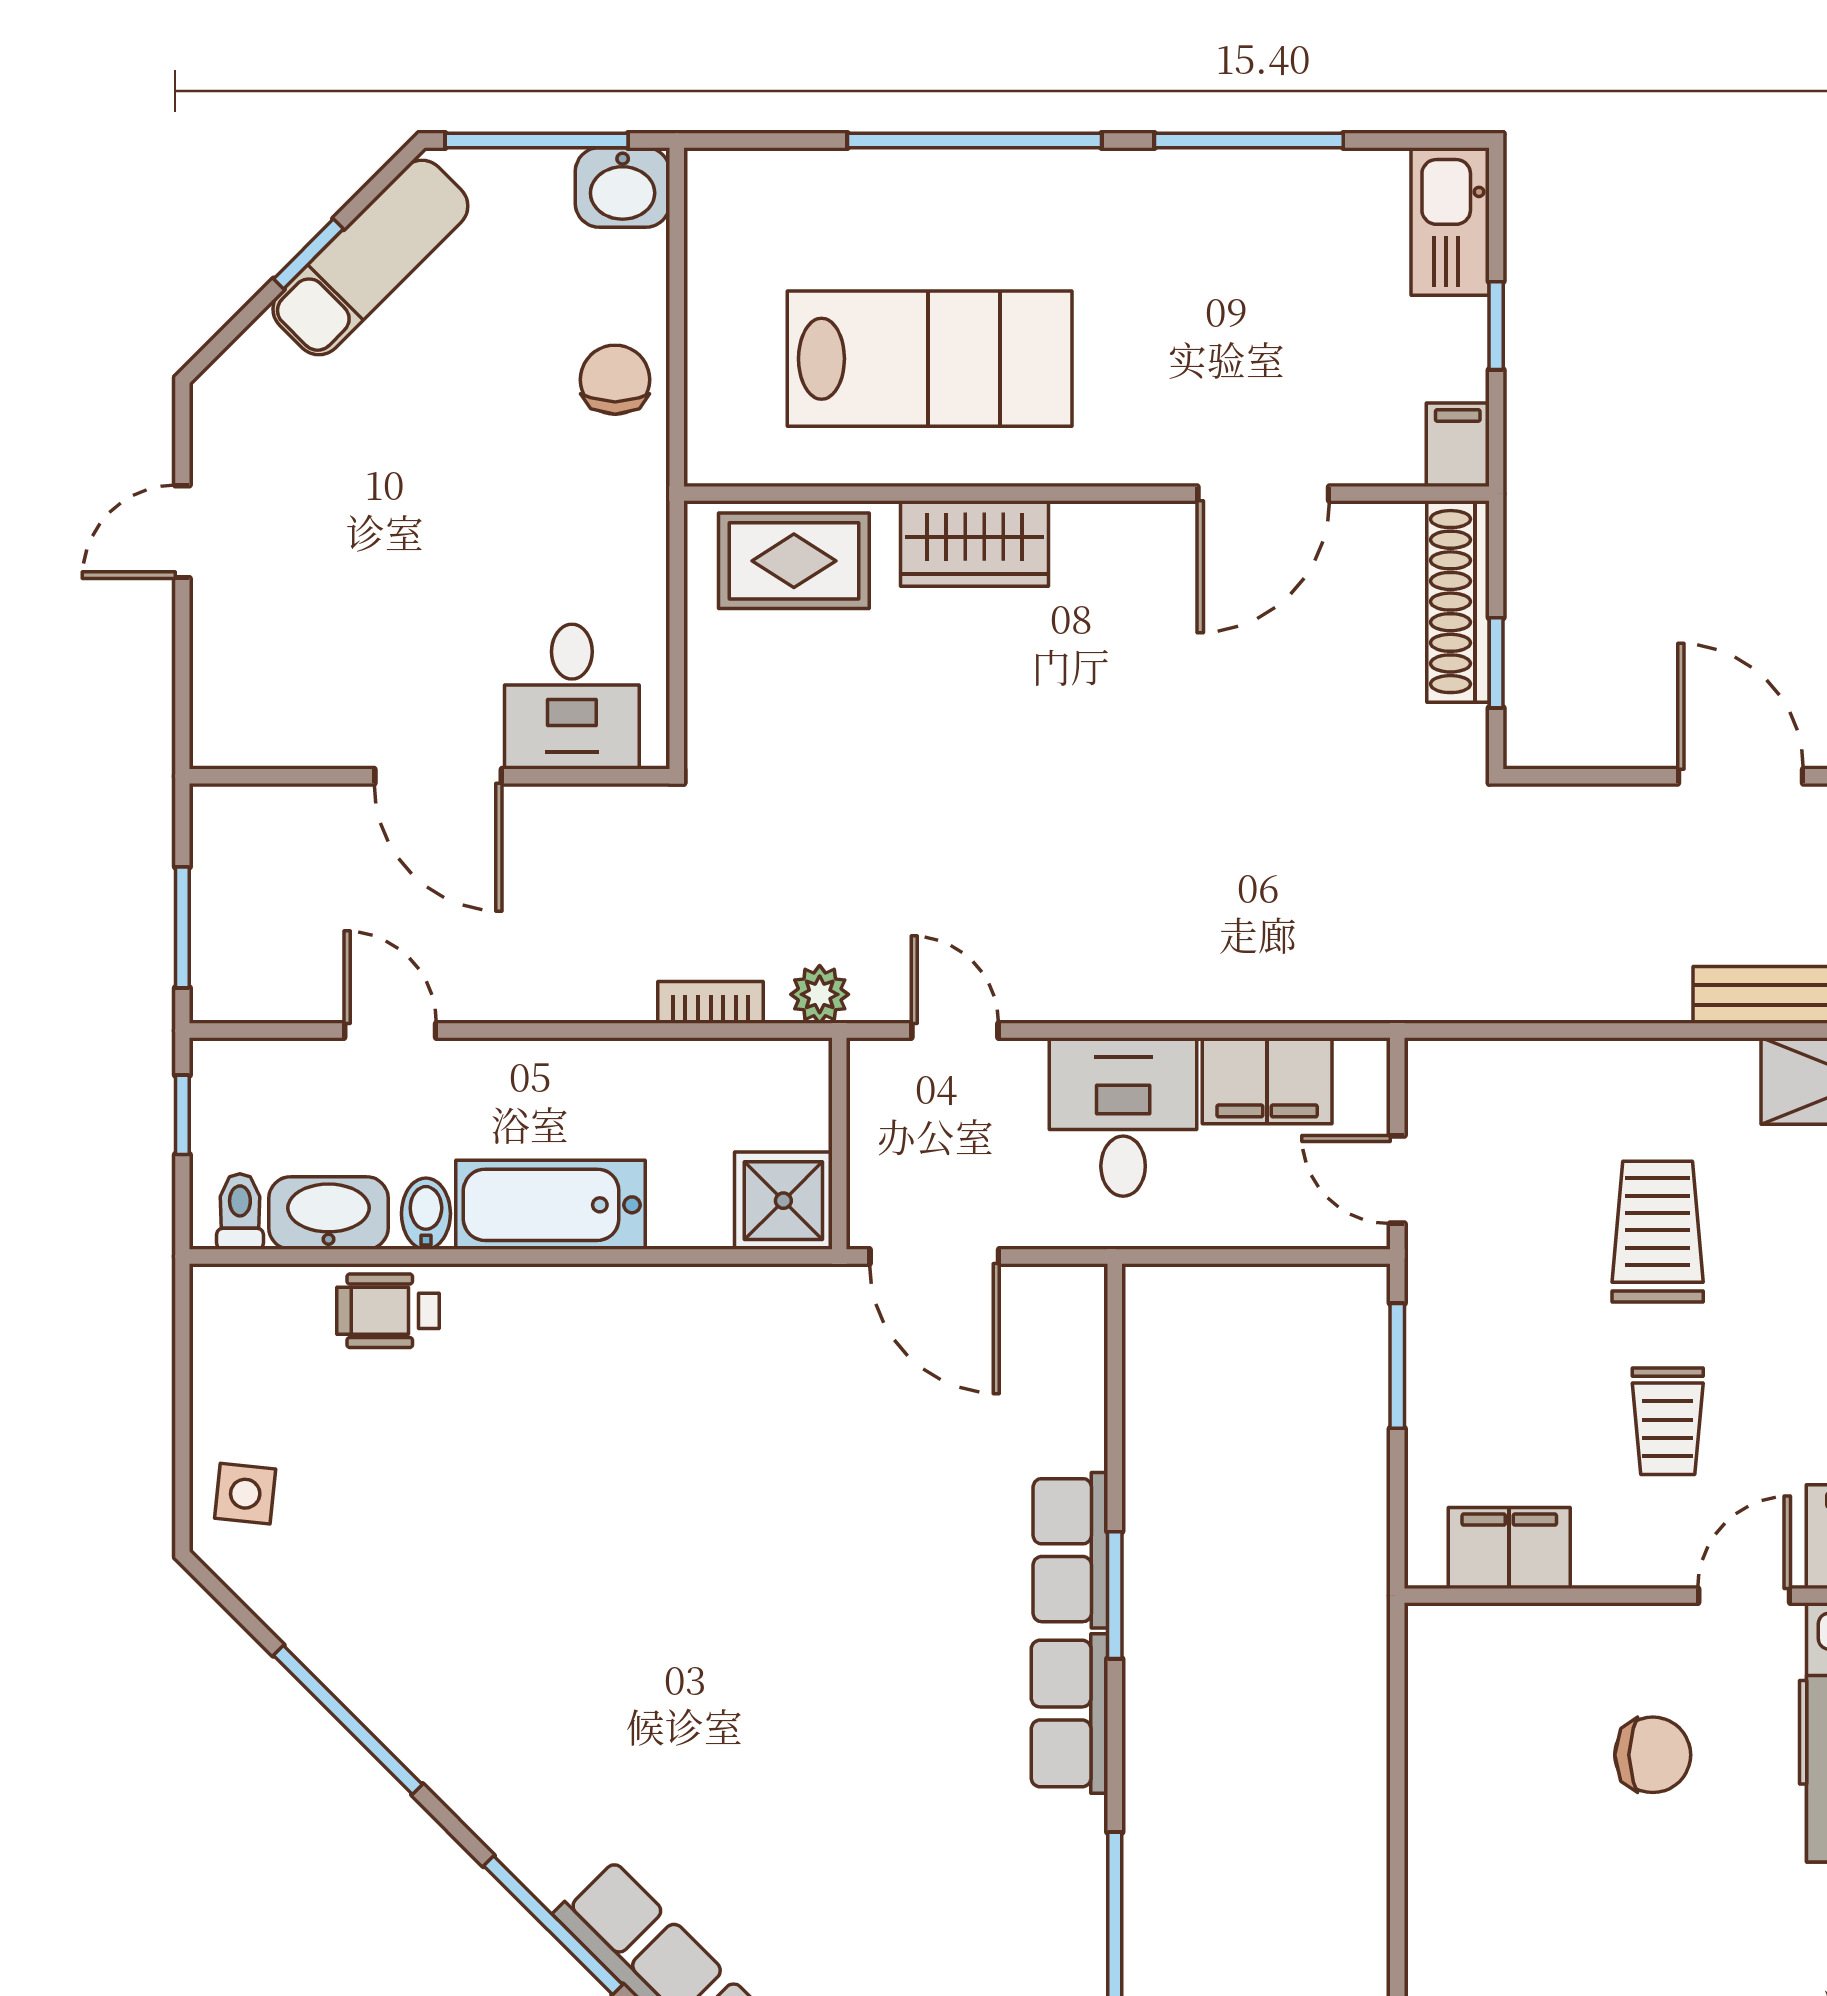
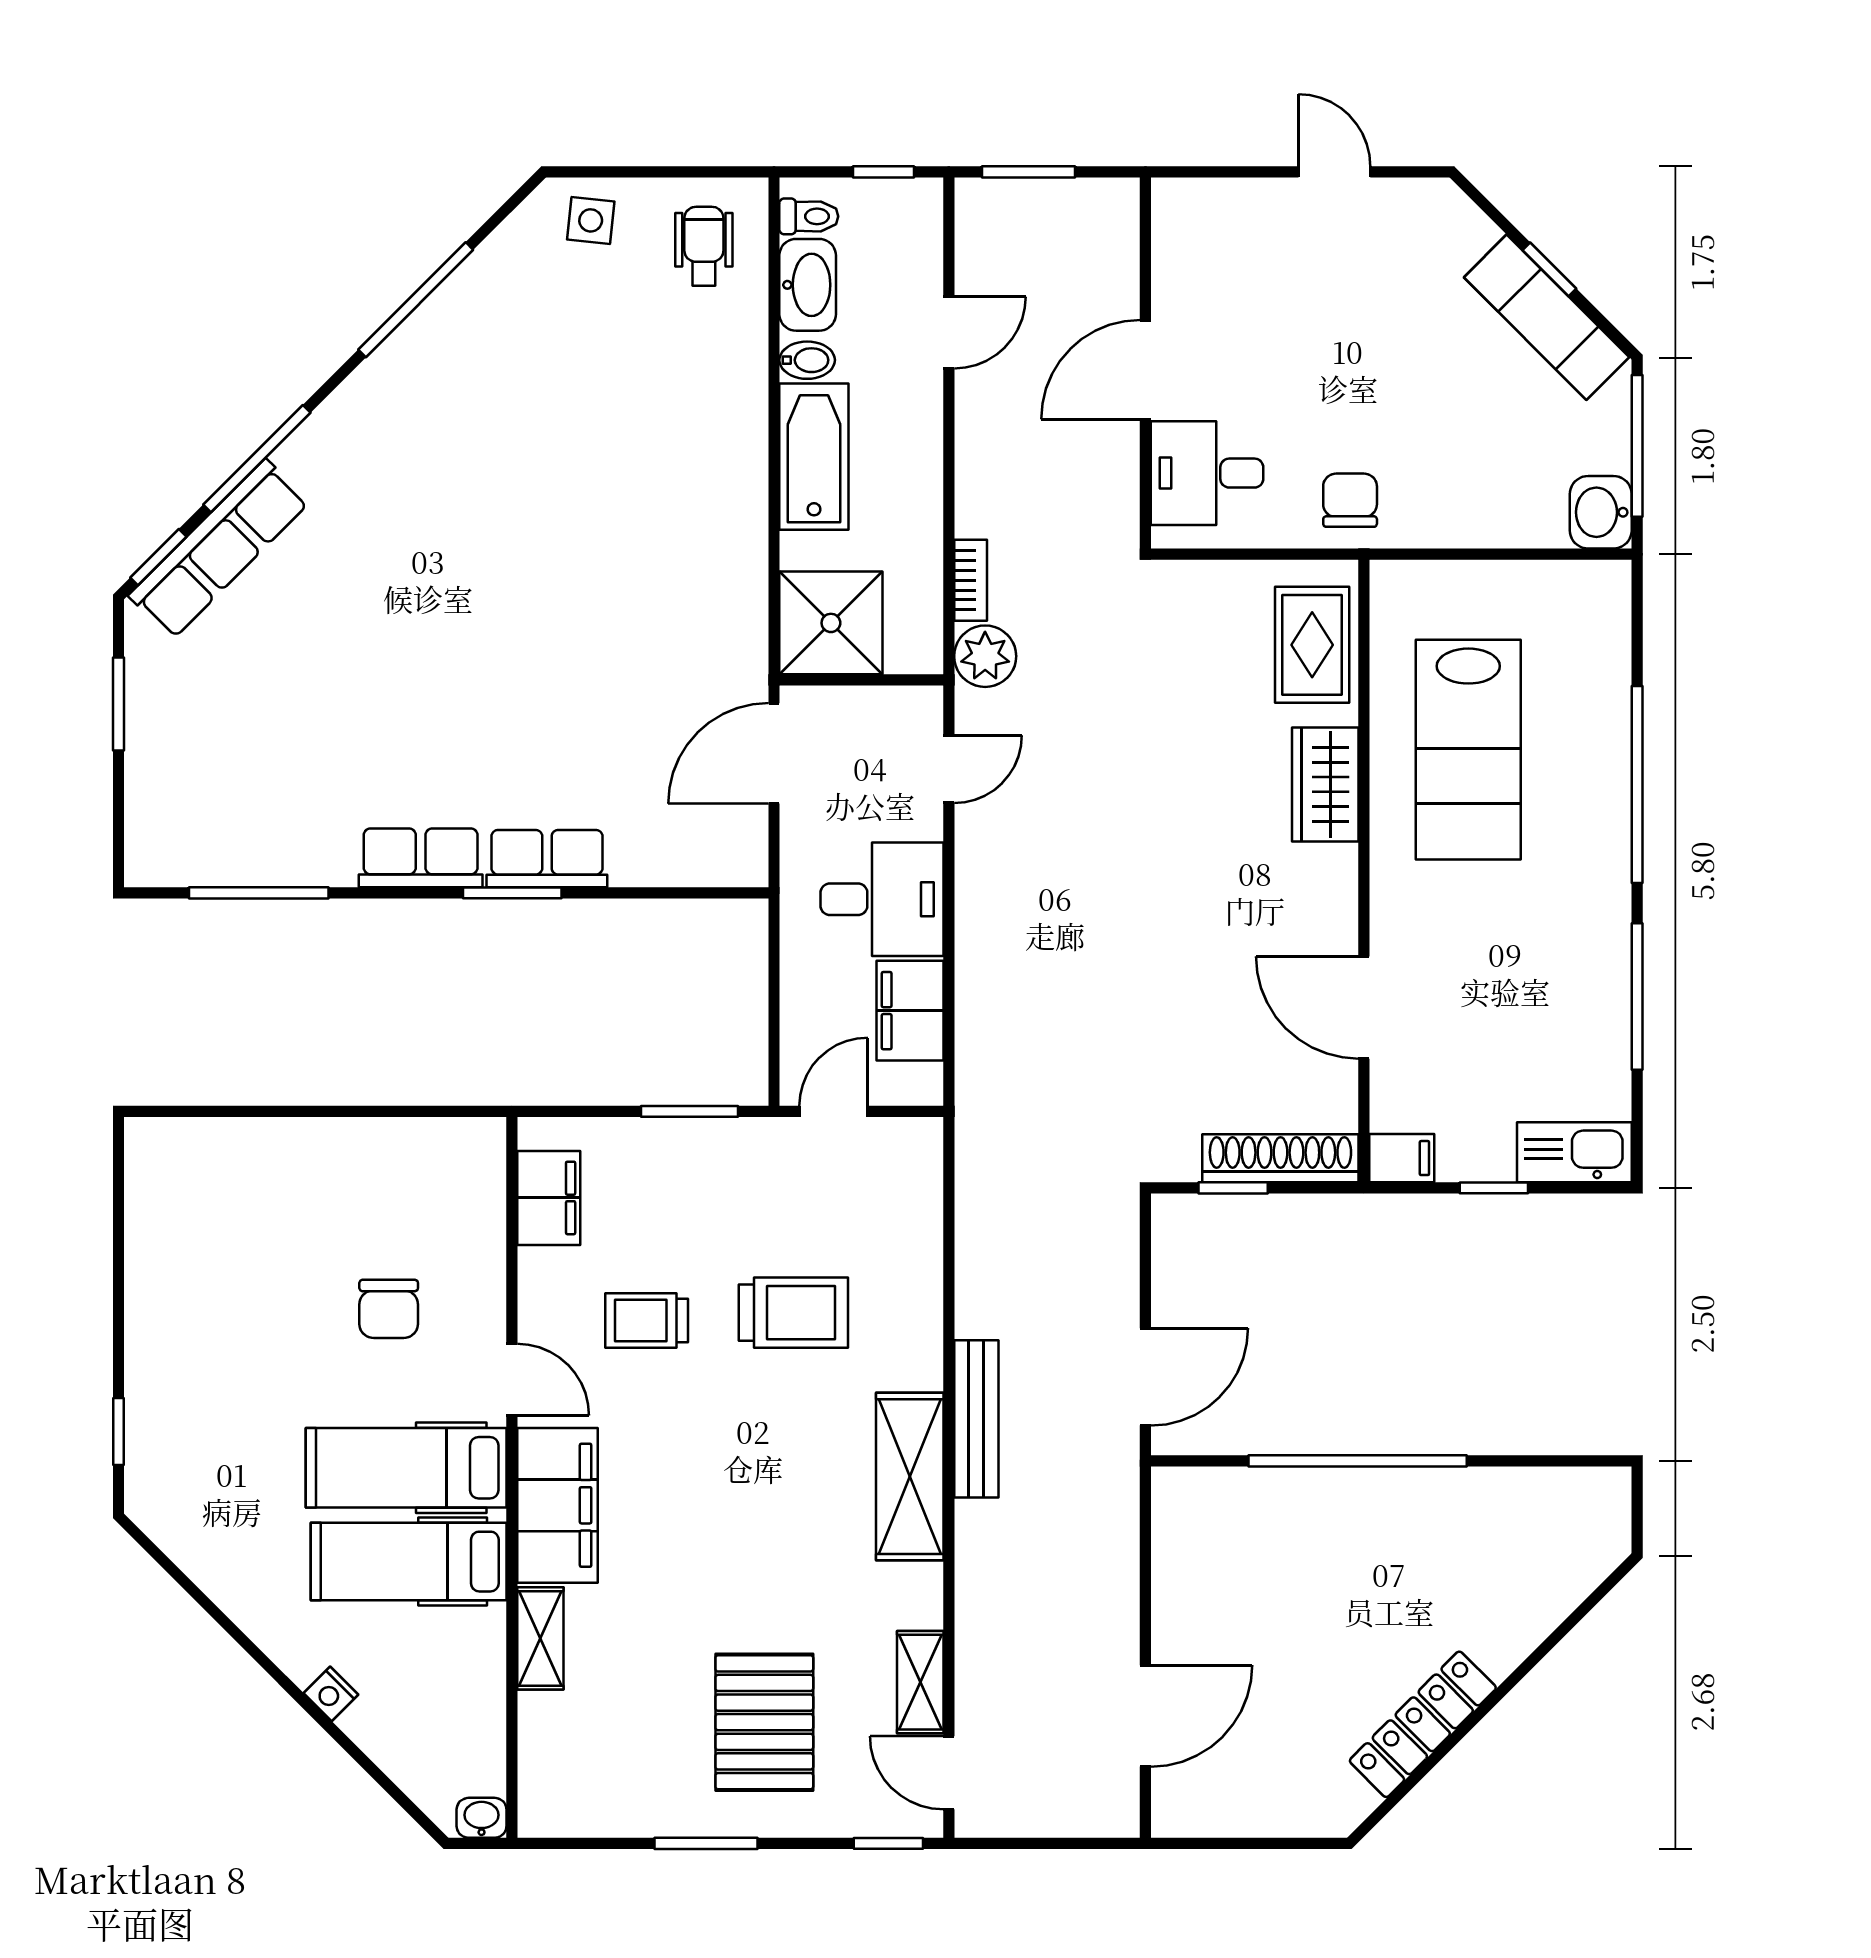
chair: (615, 380) -> (1350, 500), moved, turned -90
plant: (820, 994) -> (985, 656), width x1.38, depth x1.38
shower: (783, 1201) -> (831, 623), width x1.36, depth x1.36
wheelchair: (388, 1311) -> (704, 246), moved

